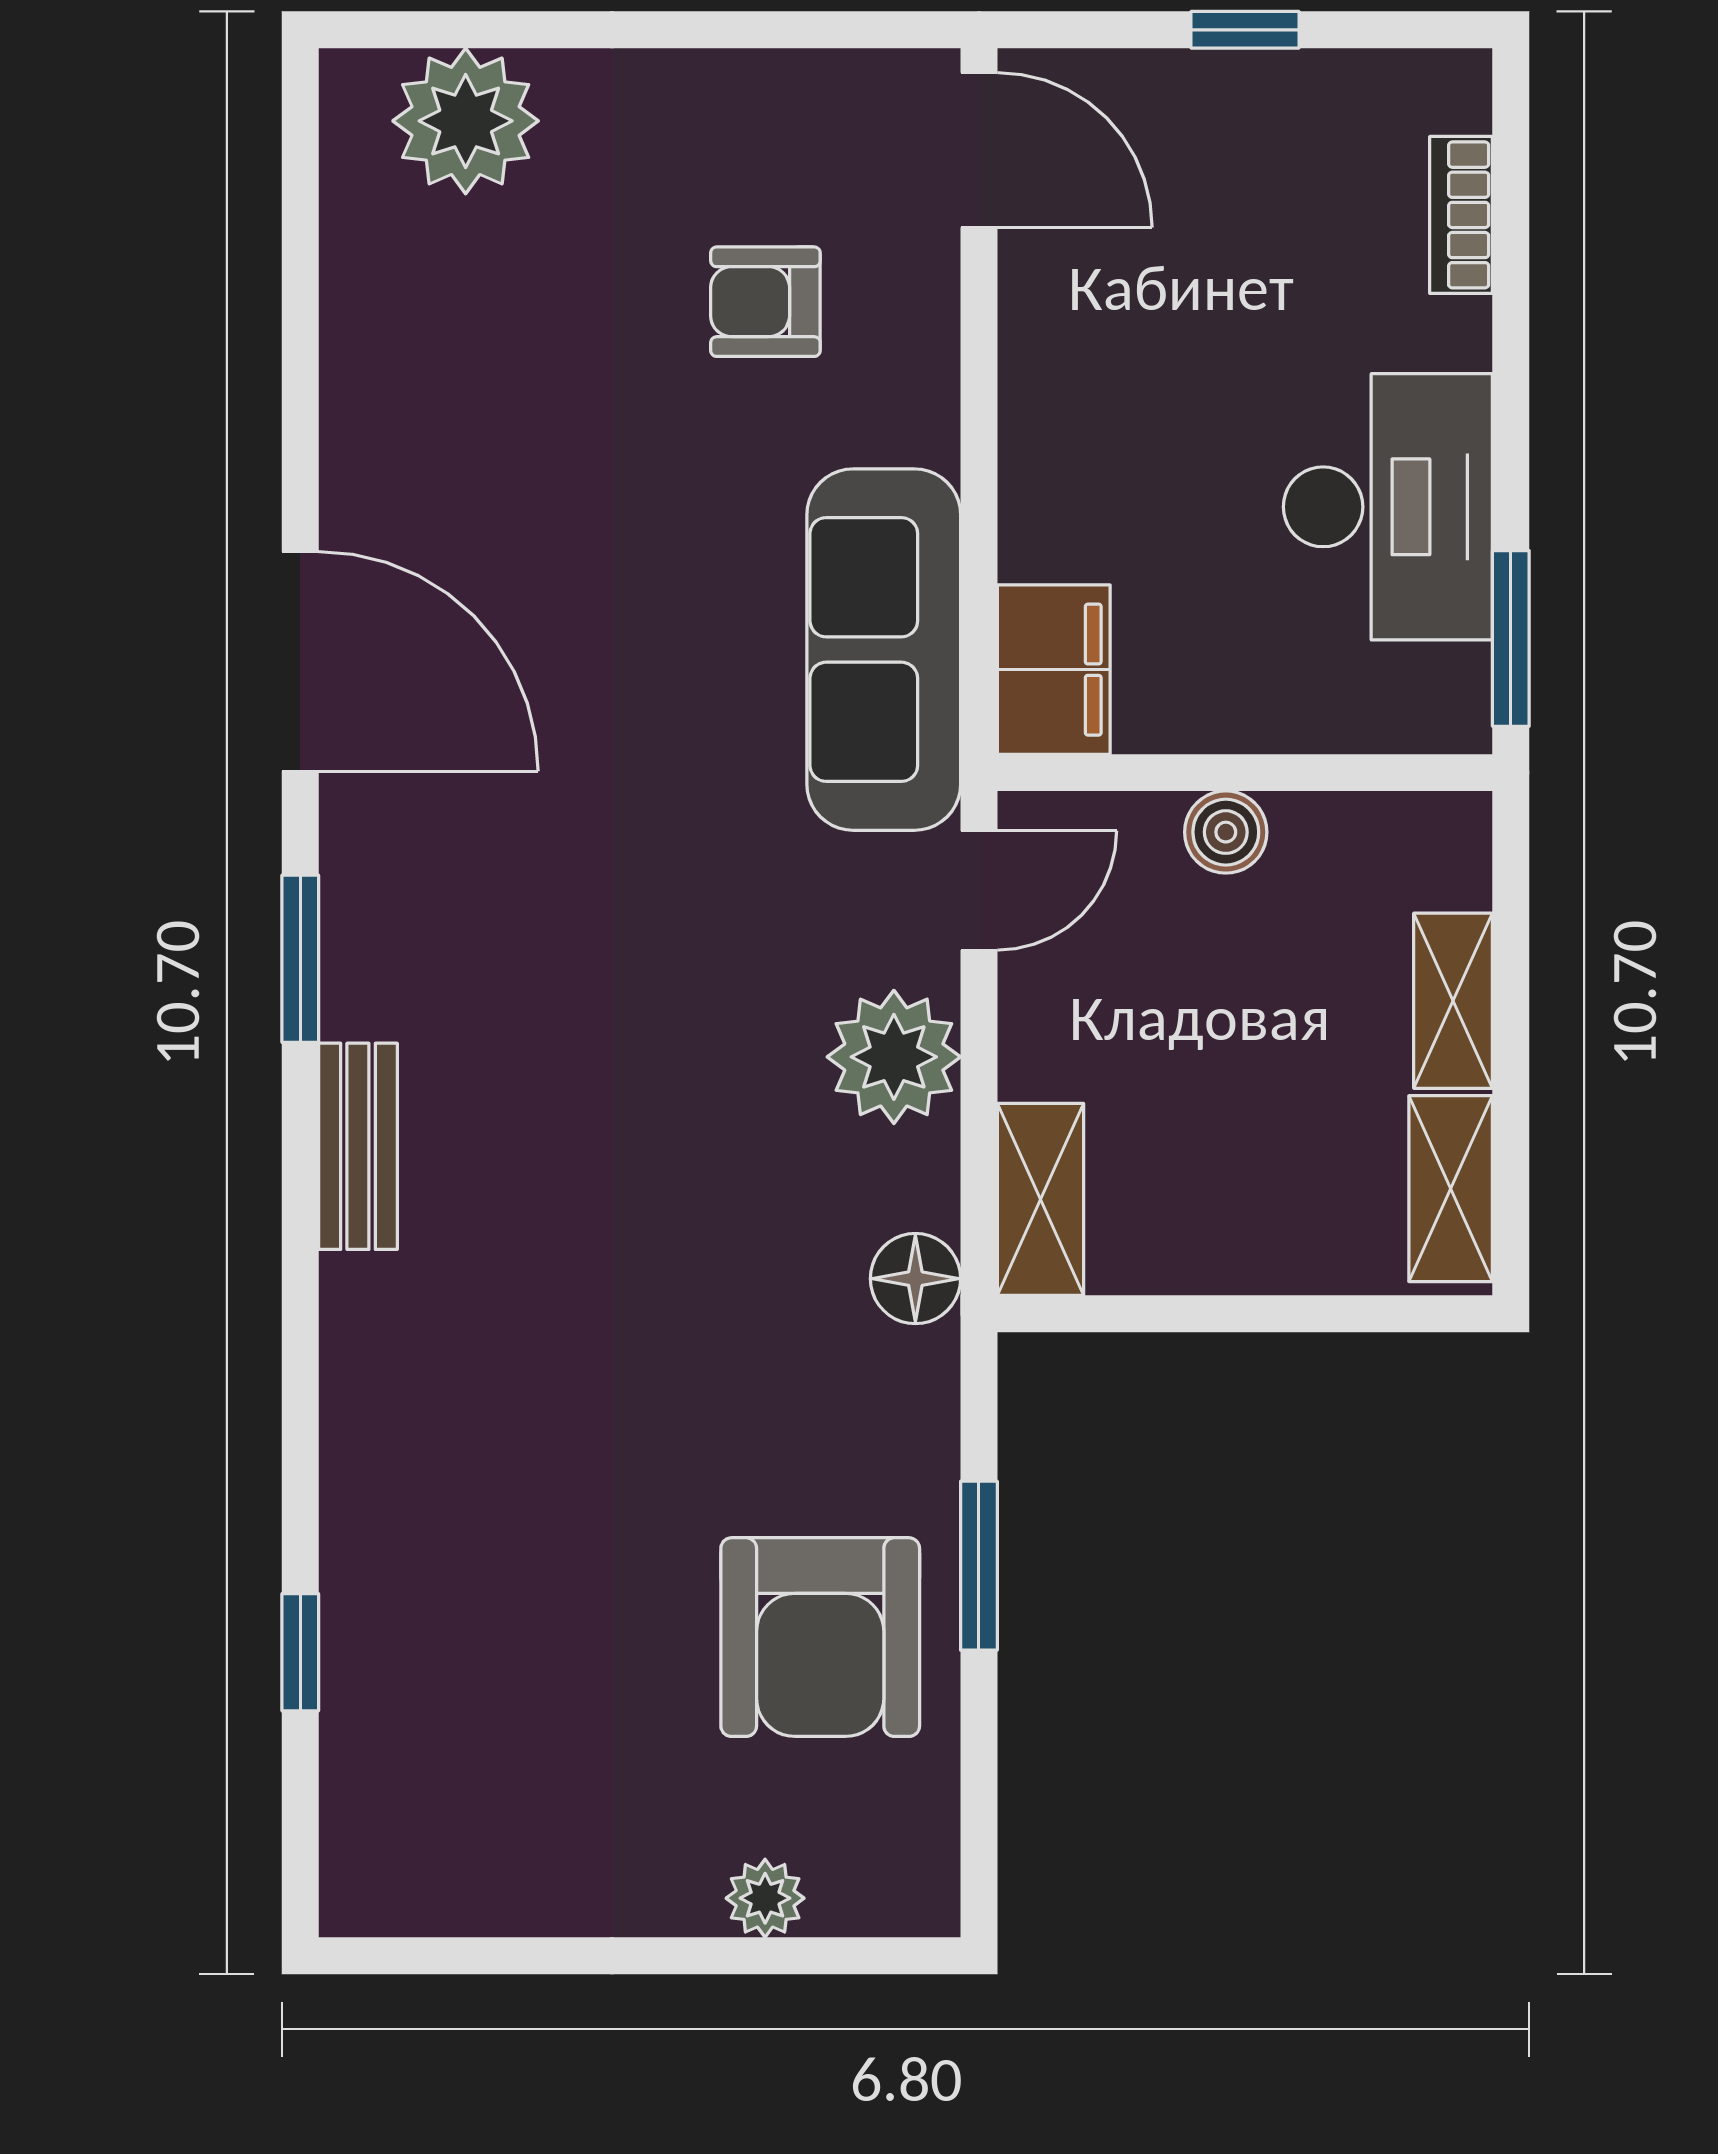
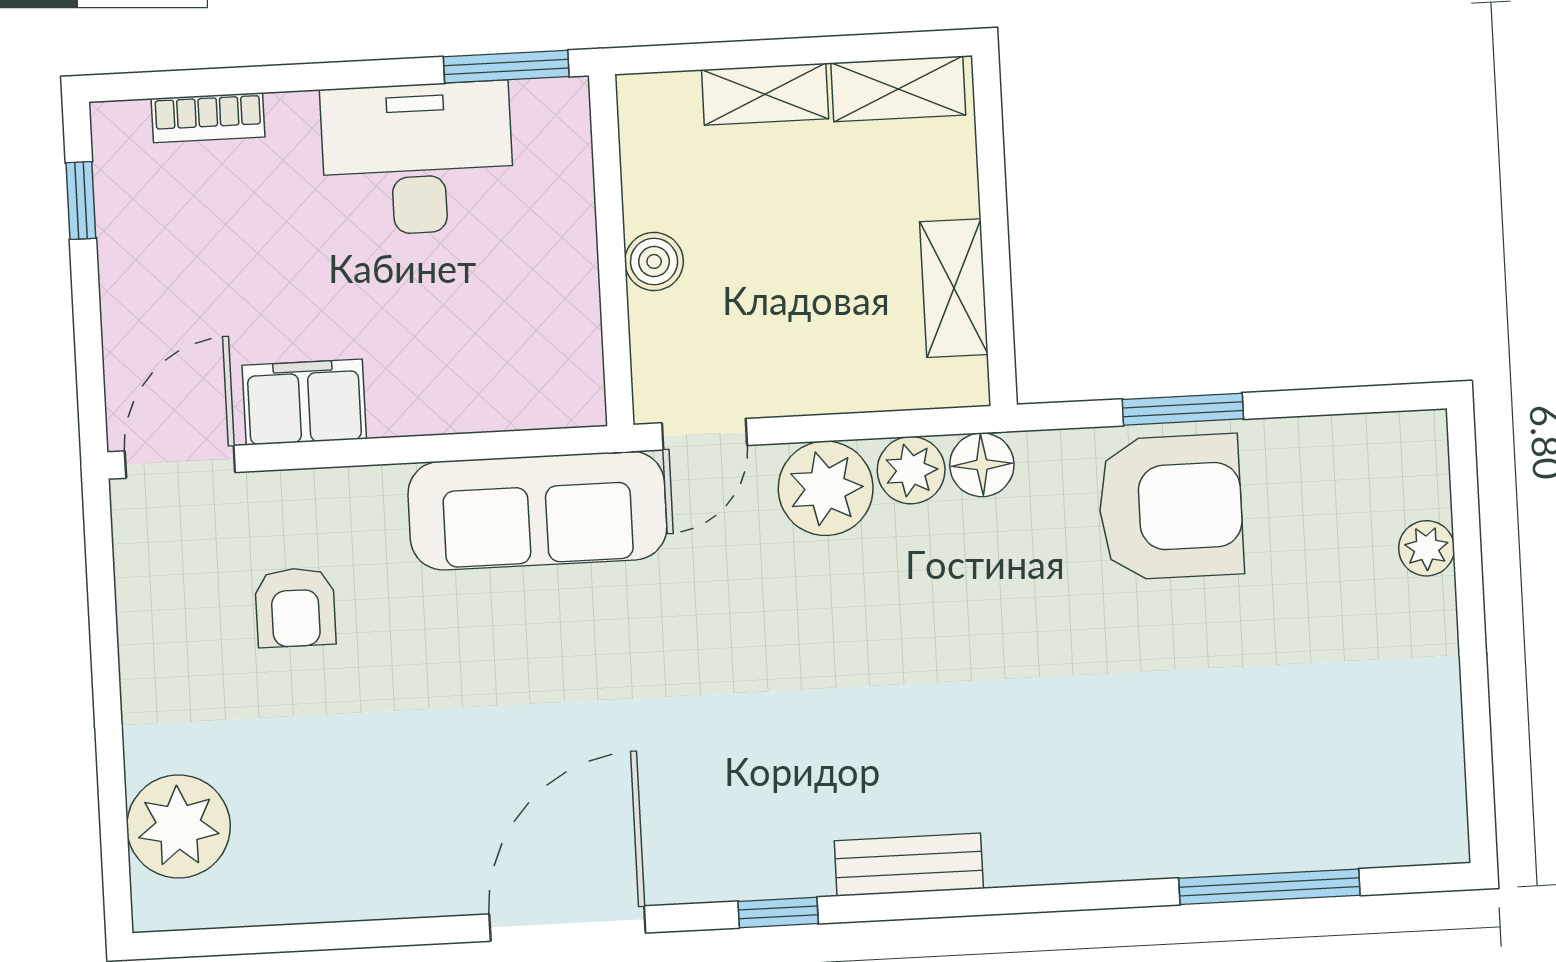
window: (1245, 30) -> (81, 201), moved
filing cabinet: (1054, 670) -> (304, 402), moved
door: (979, 890) -> (705, 434), swing flipped
window: (300, 959) -> (778, 912), width x0.67
plant: (913, 1179) -> (911, 470), added
shelving: (1040, 1199) -> (954, 288), moved, turned 90
armchair: (820, 1637) -> (1170, 507), moved
window: (300, 1652) -> (1269, 887), width x2.17

